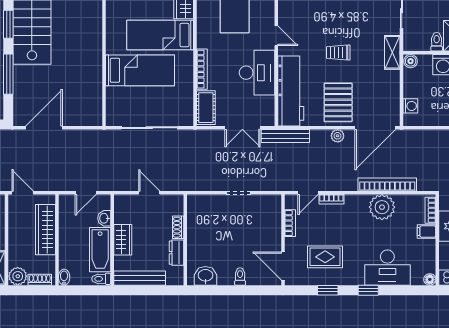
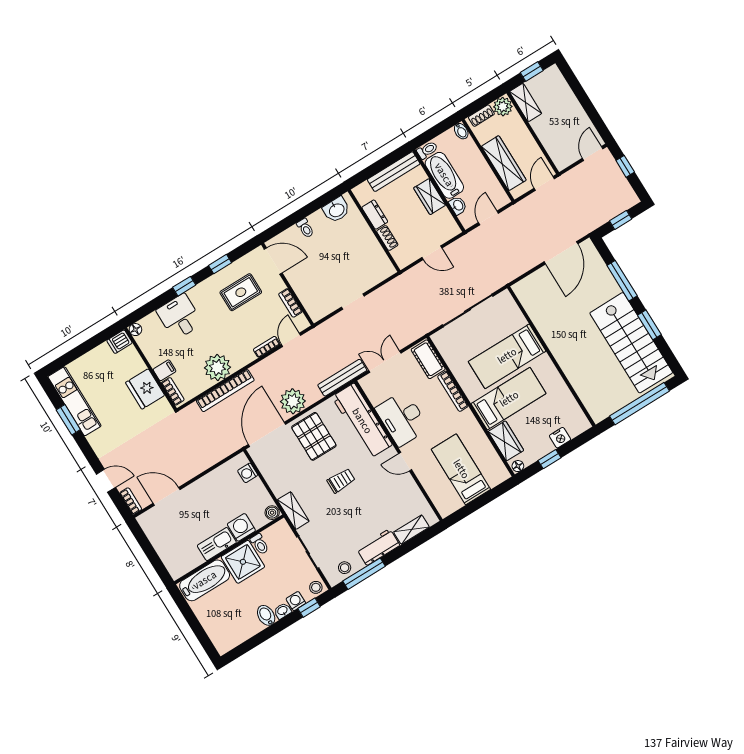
plant: (338, 136) -> (293, 401), width x1.87, depth x1.87
door: (23, 193) -> (544, 183), swing flipped
desk: (387, 268) -> (179, 317), width x0.73

